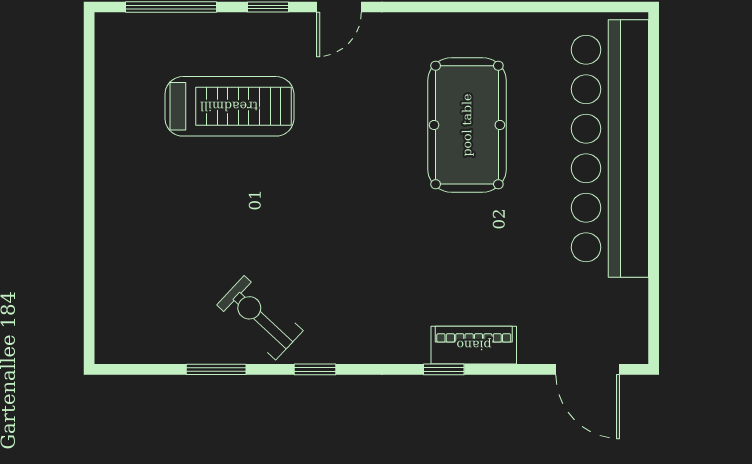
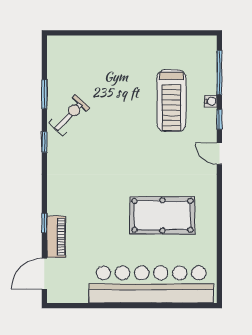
water cooler: (230, 25) -> (211, 101), added
piano: (474, 345) -> (56, 237), moved
window: (444, 369) -> (44, 223), moved

